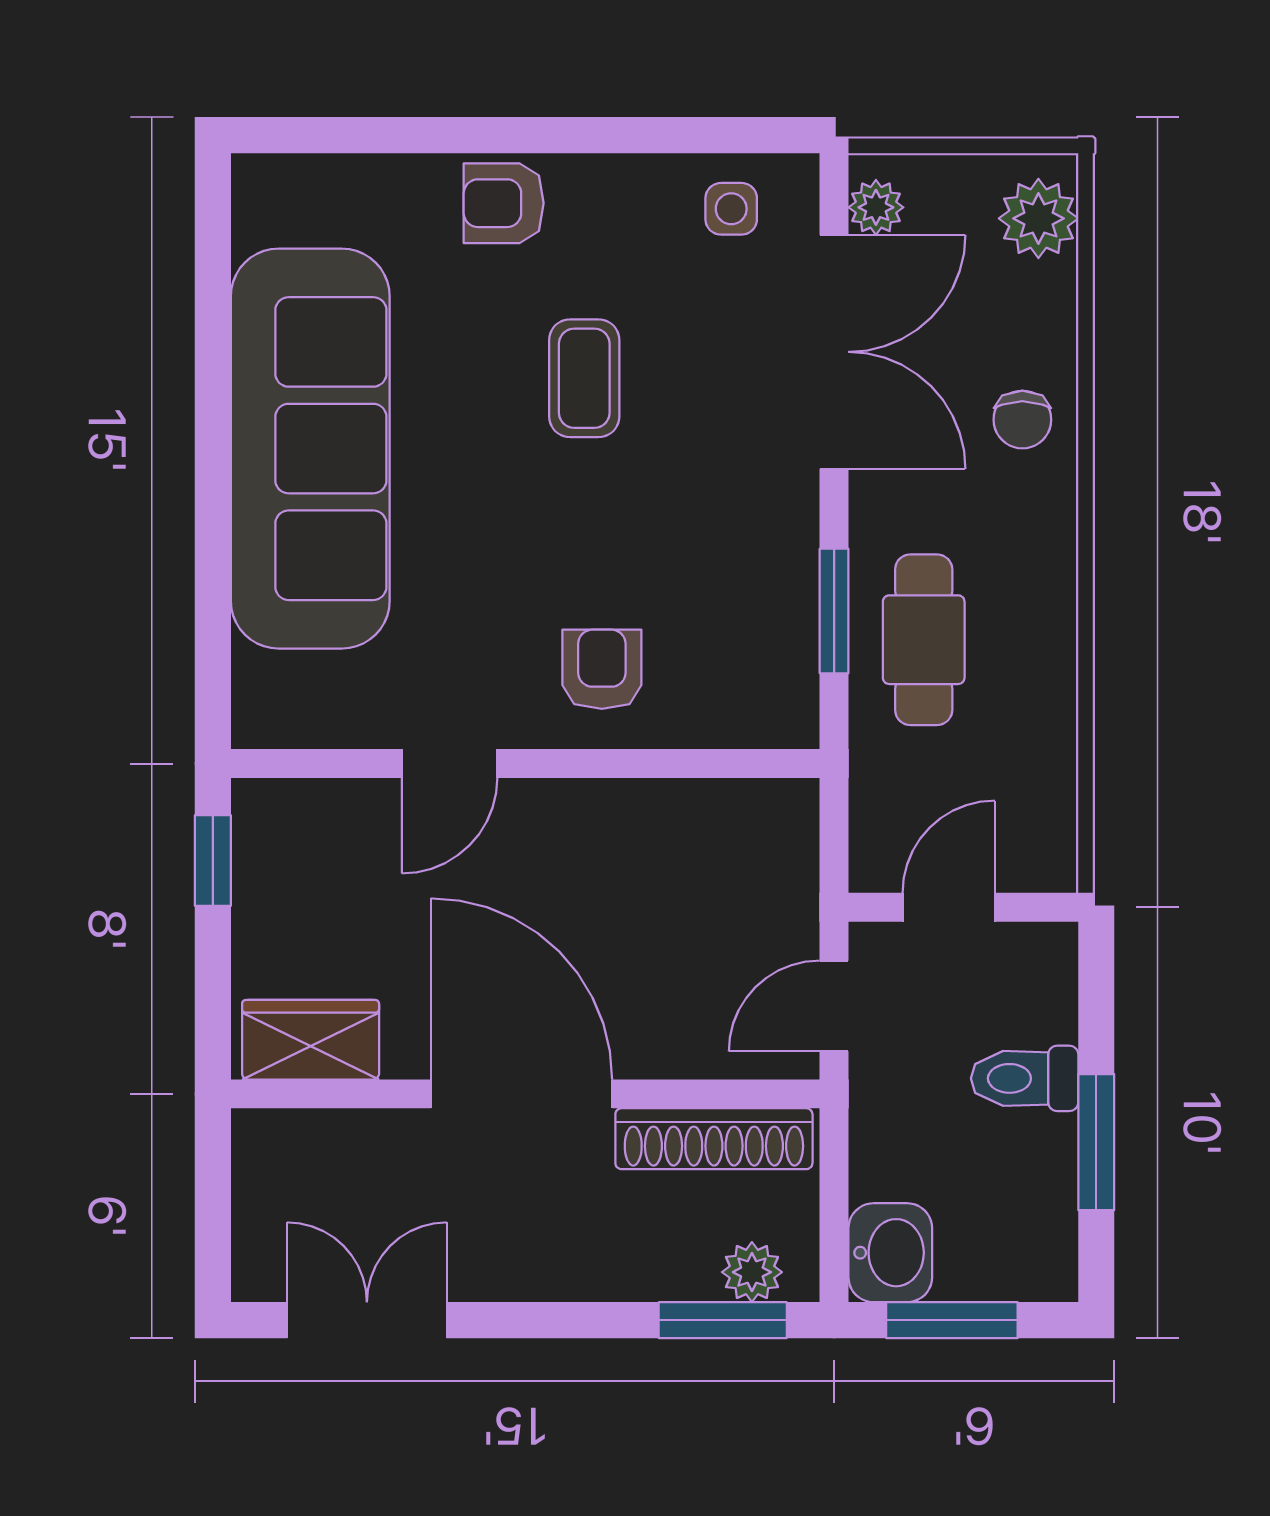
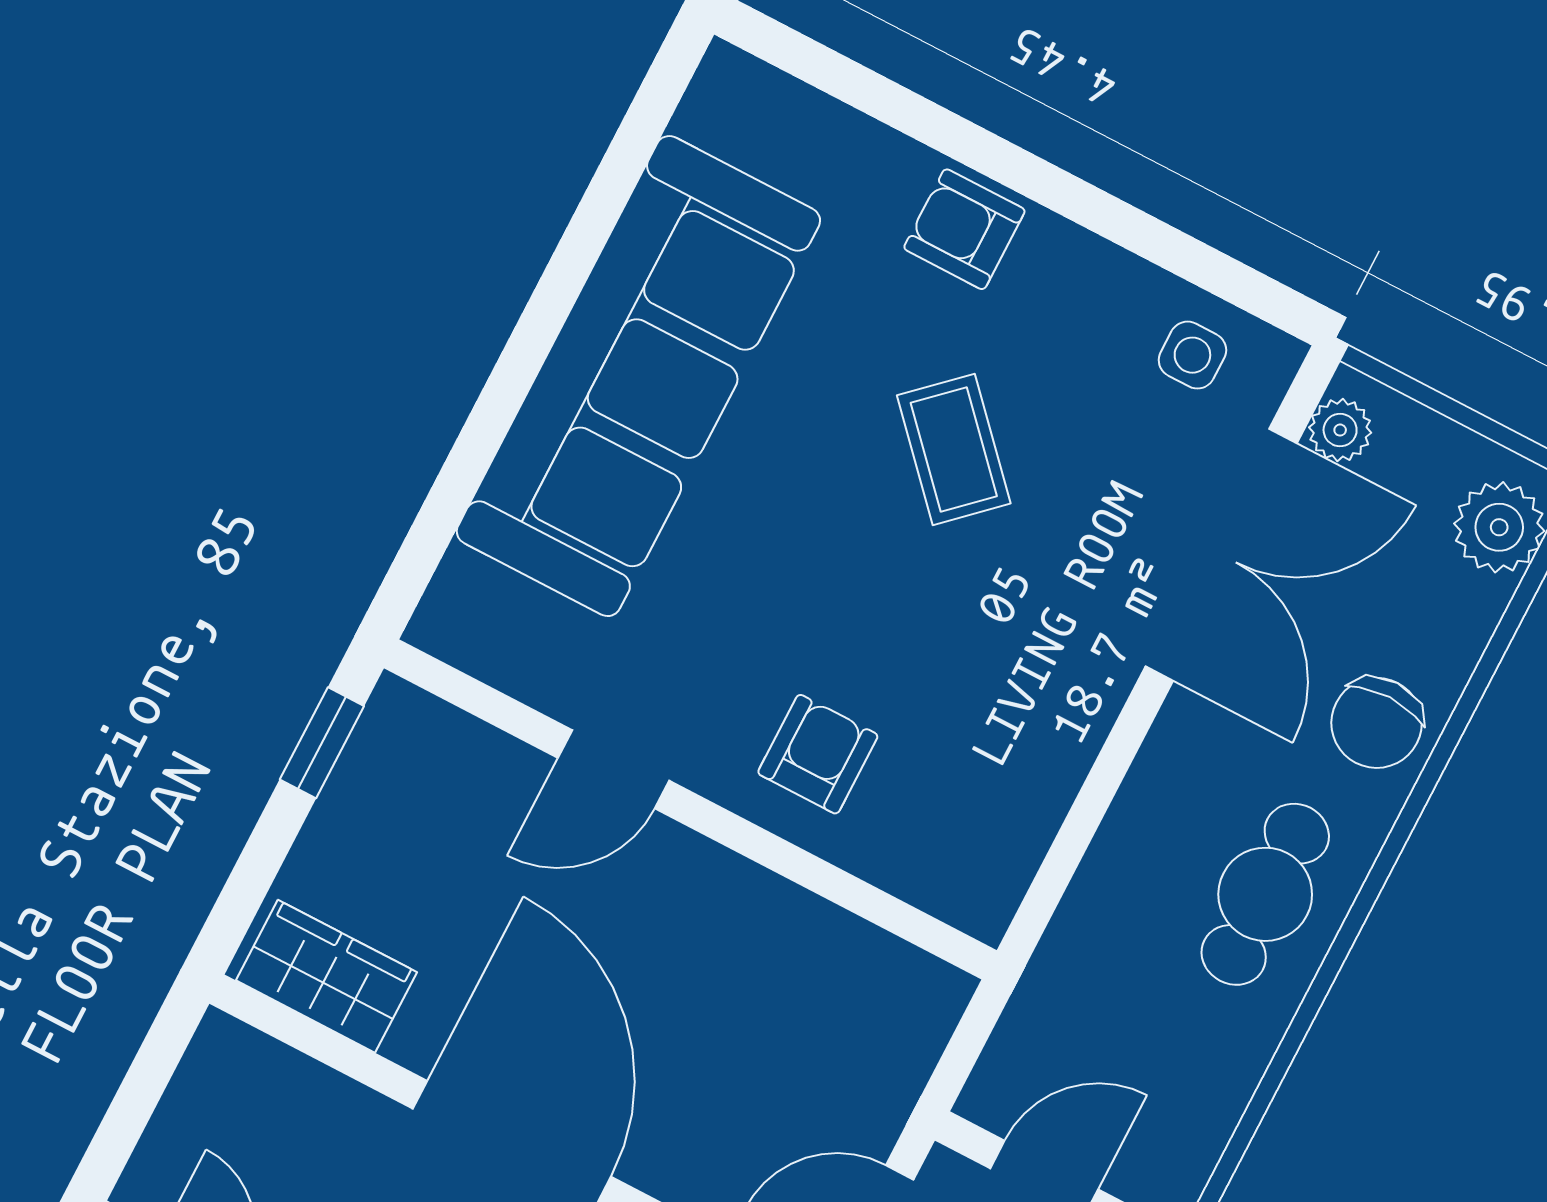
coffee table: (584, 378) -> (954, 449), turned -43
chair: (1022, 420) -> (1377, 723), width x1.37, depth x1.37
window: (834, 611) -> (1084, 818), removed
cafe table: (924, 640) -> (1265, 894), moved

